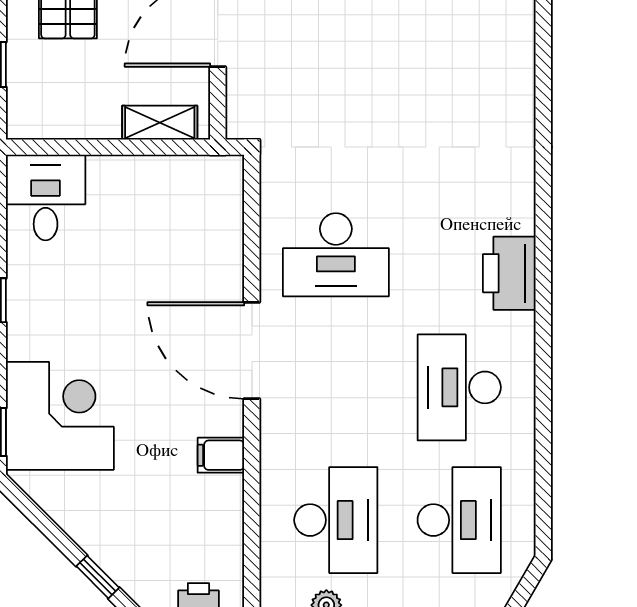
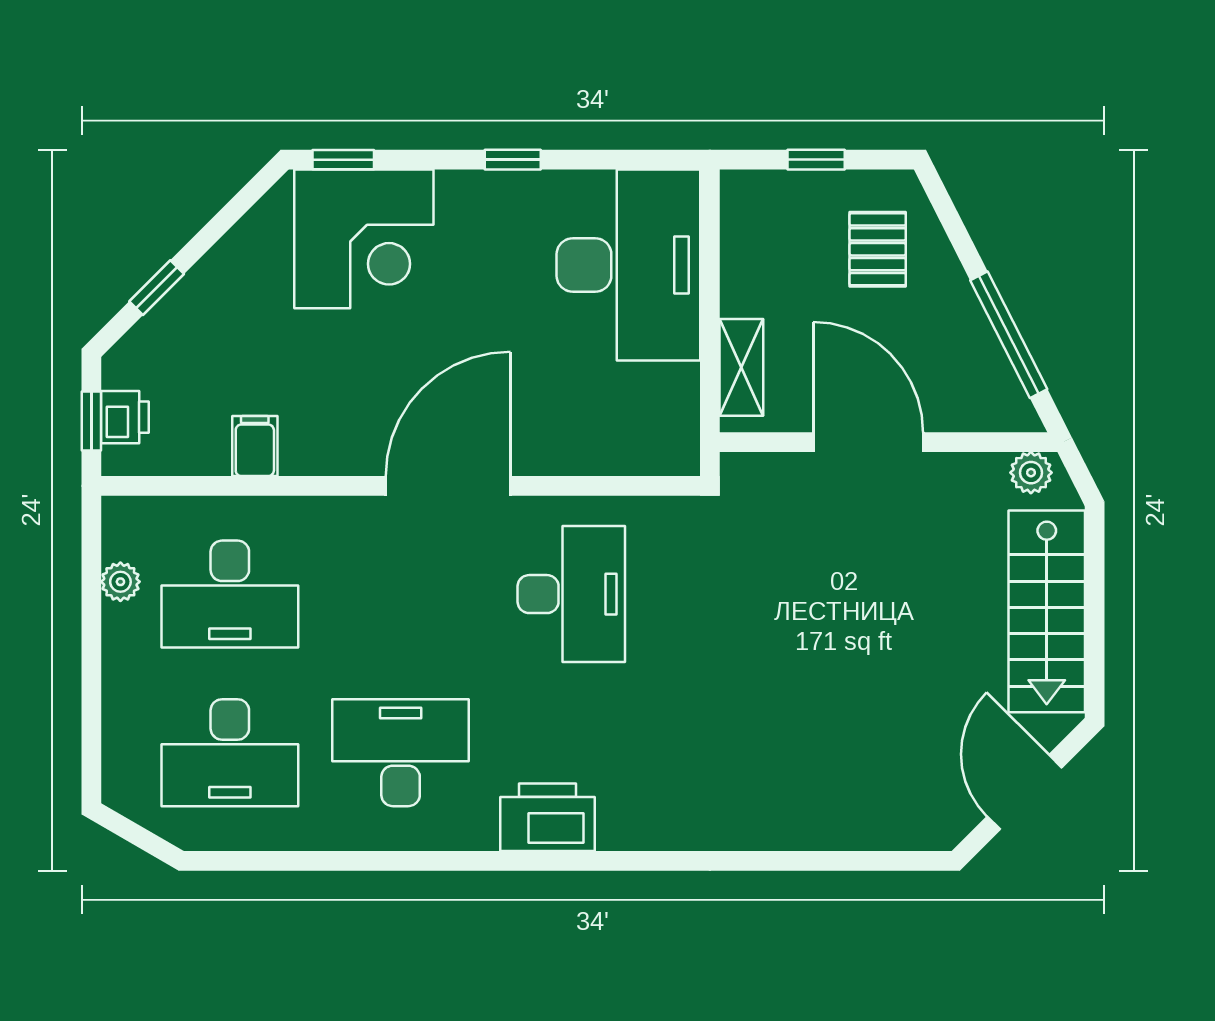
desk: (46, 197) -> (628, 265), width x1.87, depth x1.30
desk: (336, 255) -> (571, 594), turned 180
filing cabinet: (221, 455) -> (255, 446), moved

